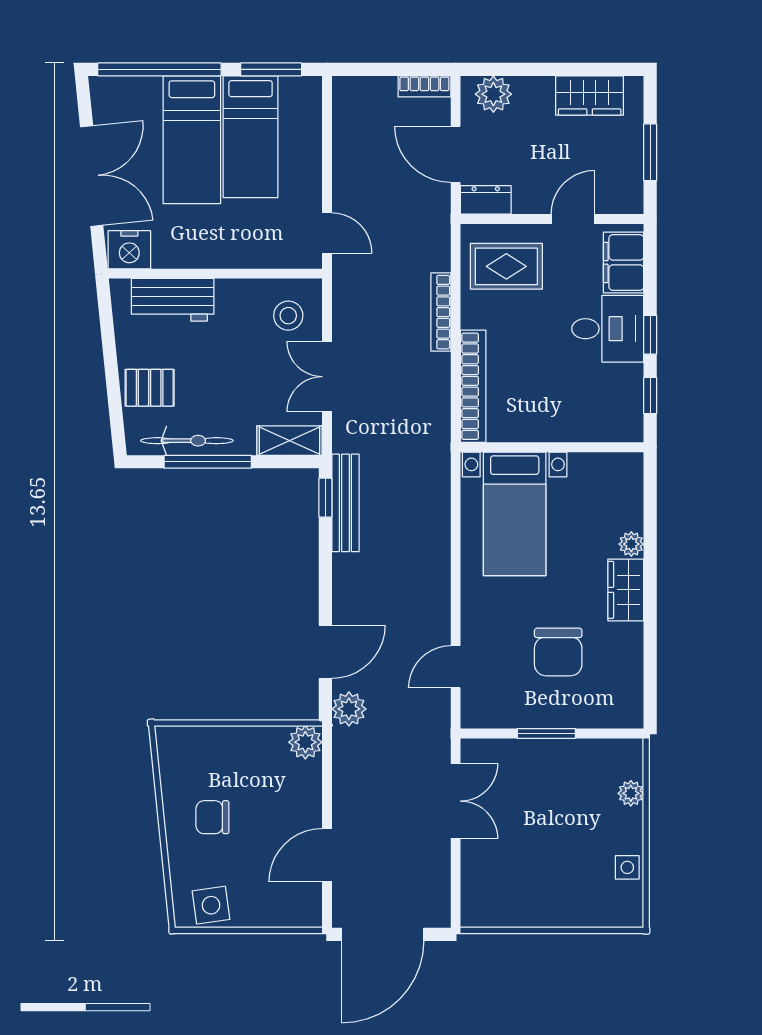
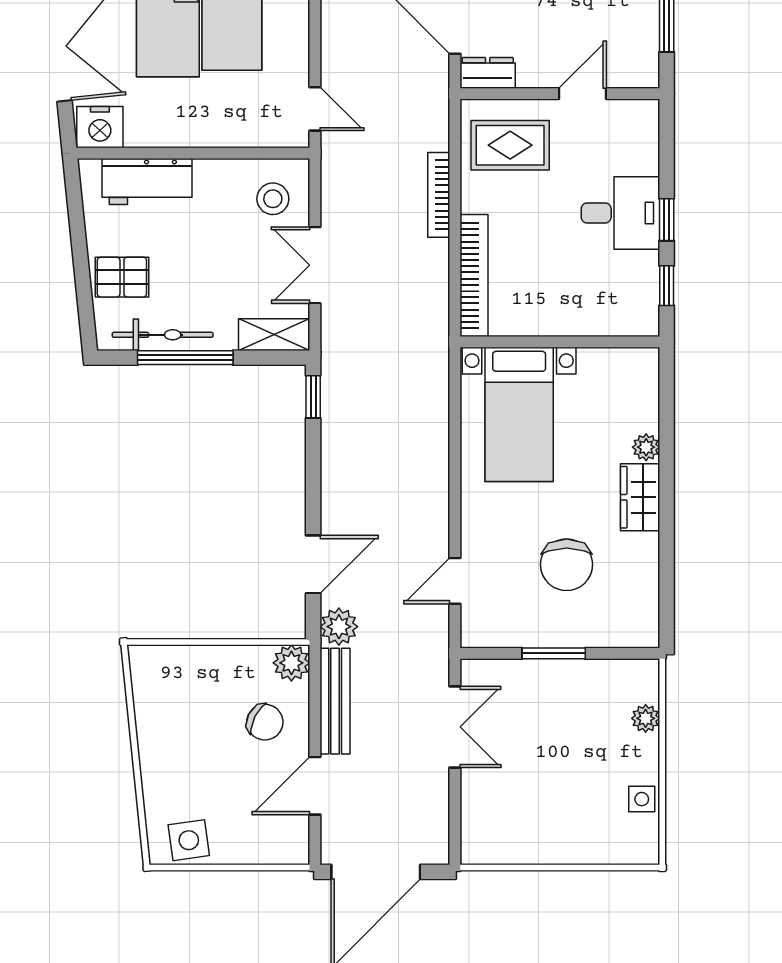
filing cabinet: (624, 262) -> (638, 141), removed
bench: (345, 503) -> (335, 701), moved
chair: (212, 817) -> (265, 722), moved, turned -153

